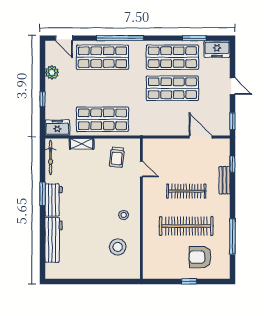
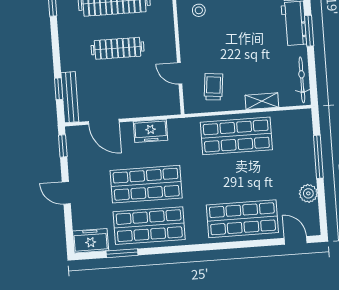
window: (120, 38) -> (221, 246), removed
window: (42, 99) -> (318, 157), width x2.17
freezer: (57, 128) -> (151, 131), moved
bench: (225, 180) -> (70, 97), moved, width x1.36

